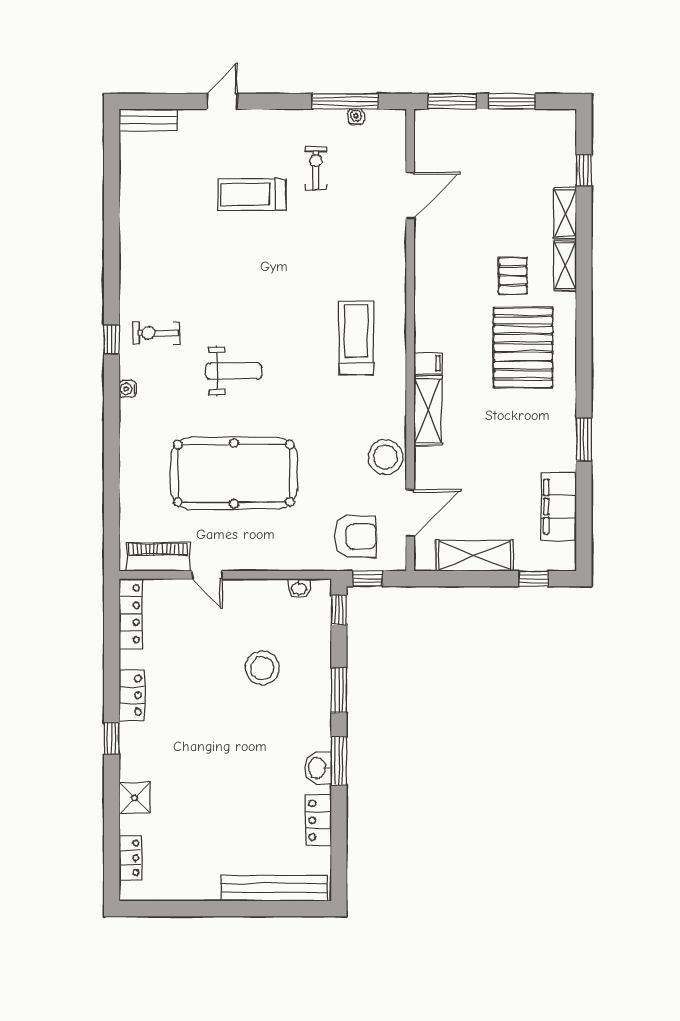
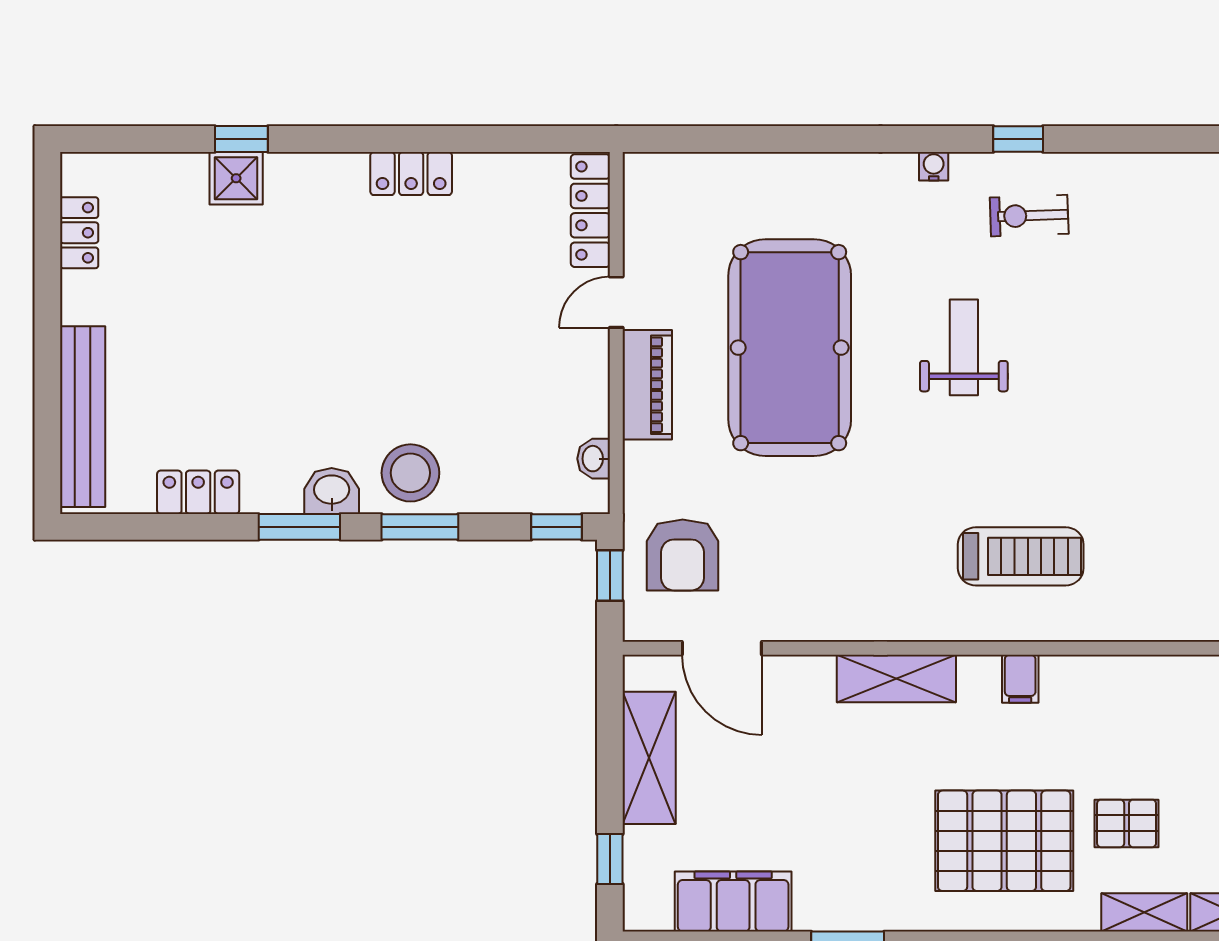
exercise bike: (156, 333) -> (1029, 216), turned -92
filing cabinet: (428, 363) -> (1020, 679), moved
weight bench: (234, 371) -> (964, 347), turned 180
stool: (385, 457) -> (817, 606), removed
piano: (158, 557) -> (647, 385), moved
locker: (130, 614) -> (590, 211), moved, turned 90
stool: (262, 668) -> (410, 473), moved
window: (112, 738) -> (241, 139), moved
washbasin: (318, 768) -> (332, 491), moved
locker: (130, 858) -> (79, 233), moved, turned -90

